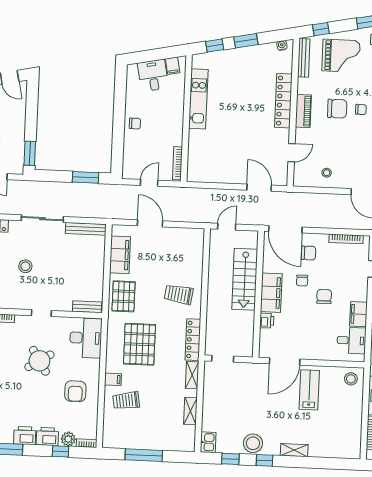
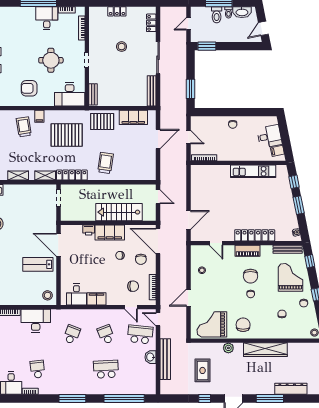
grand piano: (341, 56) -> (290, 277), turned 180
door: (285, 229) -> (158, 241), hinge flipped
chair: (324, 297) -> (133, 286), moved
round table: (39, 361) -> (51, 60), turned 32
lab bench: (309, 390) -> (38, 264), turned 180

